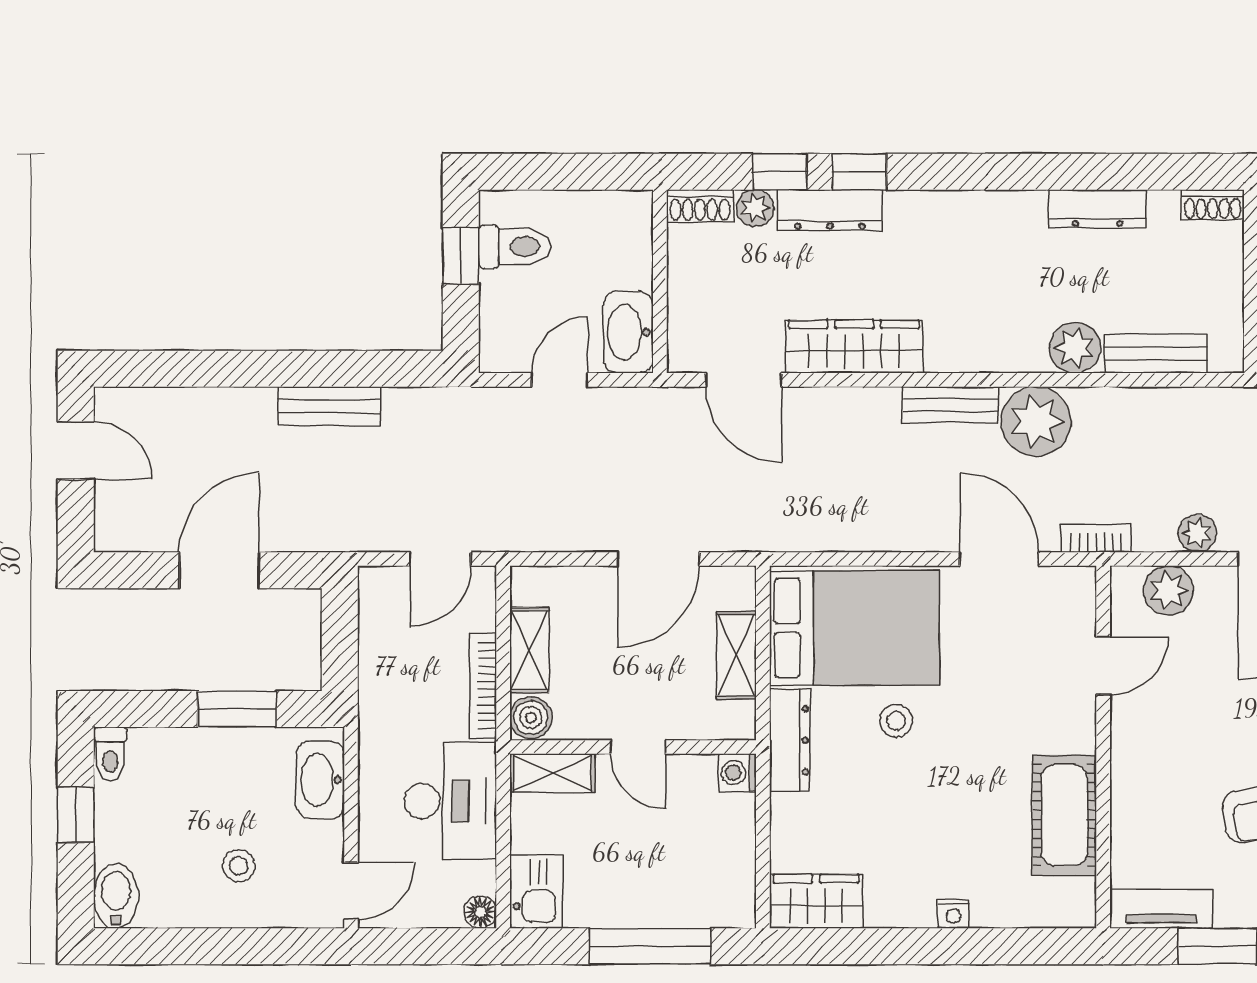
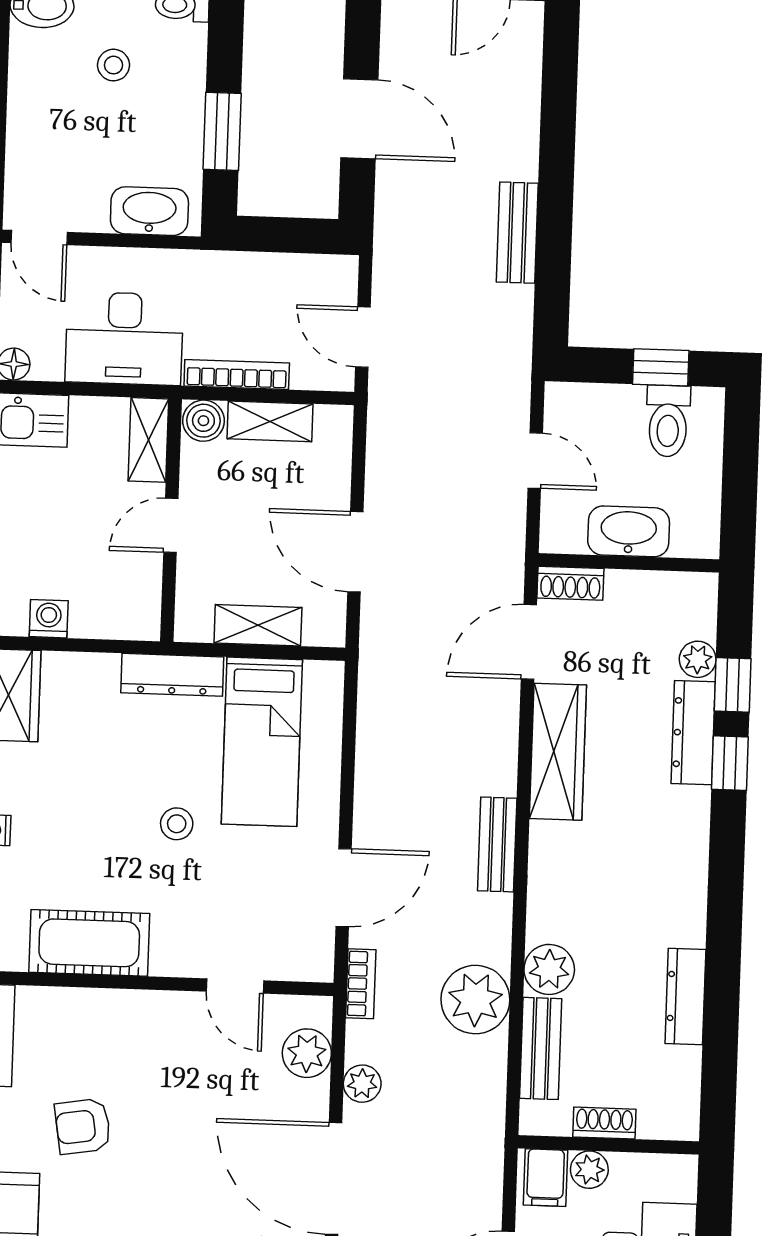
shoe rack: (1213, 205) -> (604, 1123), moved, turned 90
shoe rack: (700, 206) -> (570, 583), moved, turned -90
washbasin: (628, 332) -> (629, 531), moved
plant: (1036, 421) -> (475, 1000), moved
bed: (854, 628) -> (262, 742), width x0.67
stool: (896, 721) -> (177, 824), moved
washing machine: (737, 773) -> (49, 619), moved
stool: (239, 866) -> (114, 65), moved

